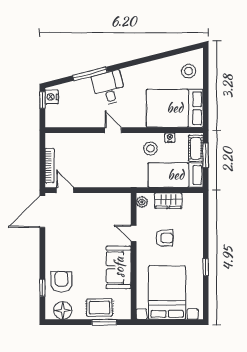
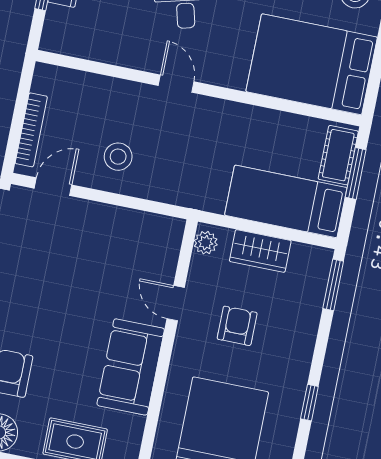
nightstand: (170, 138) -> (289, 123), removed
stool: (150, 149) -> (118, 157), moved
door: (65, 190) -> (53, 187), hinge flipped
window: (206, 210) -> (333, 285), added
armchair: (165, 238) -> (237, 326), turned -90

